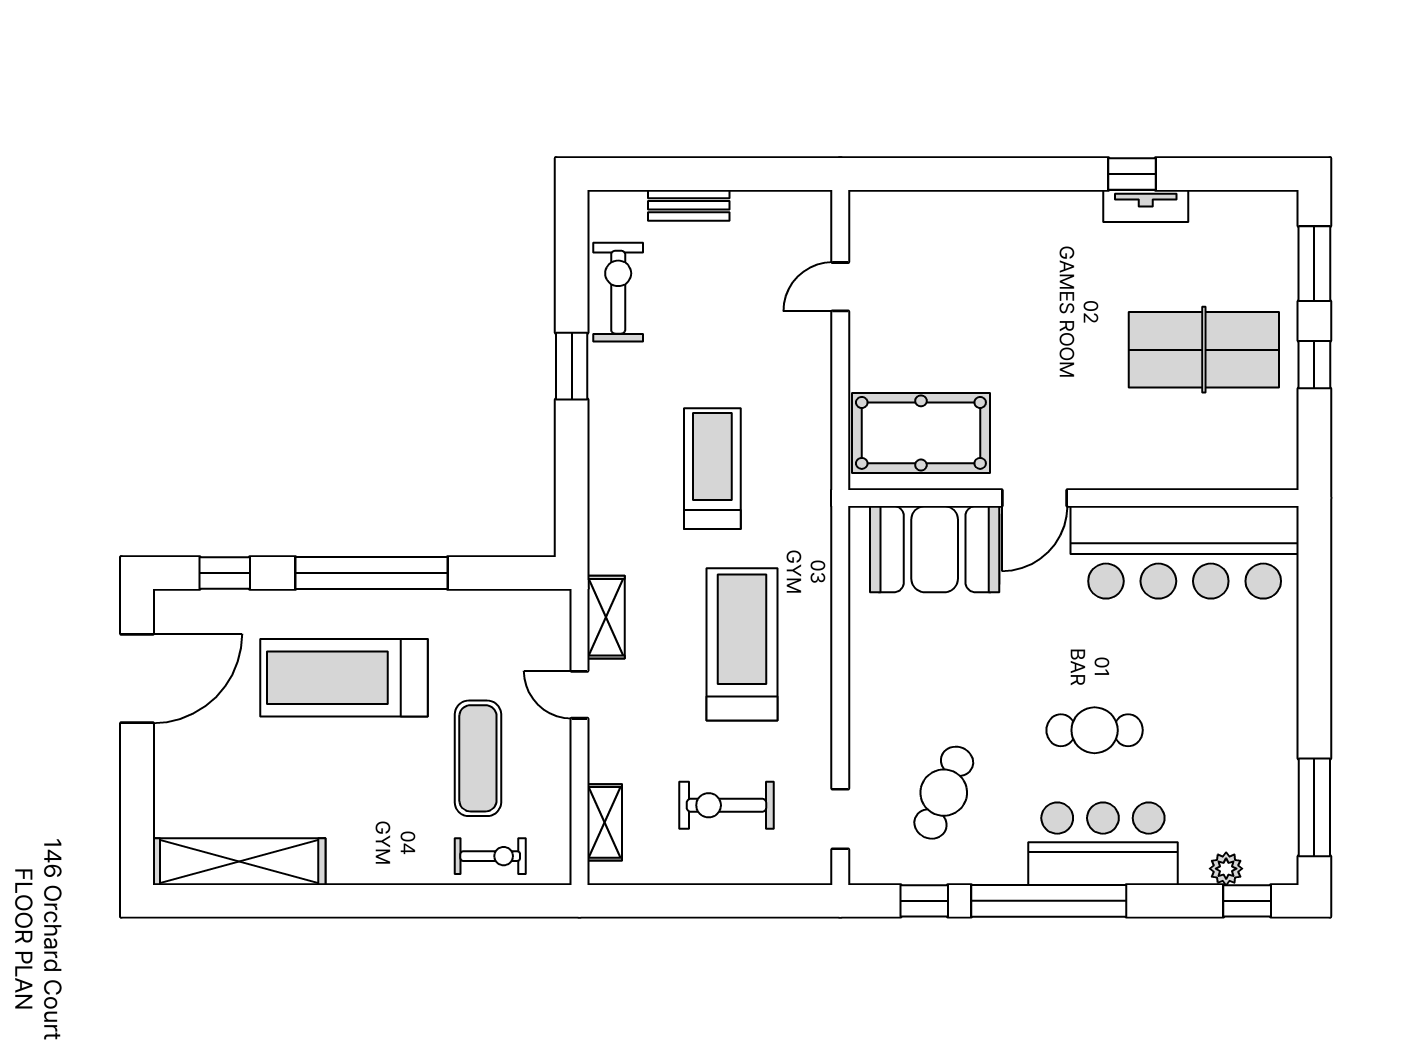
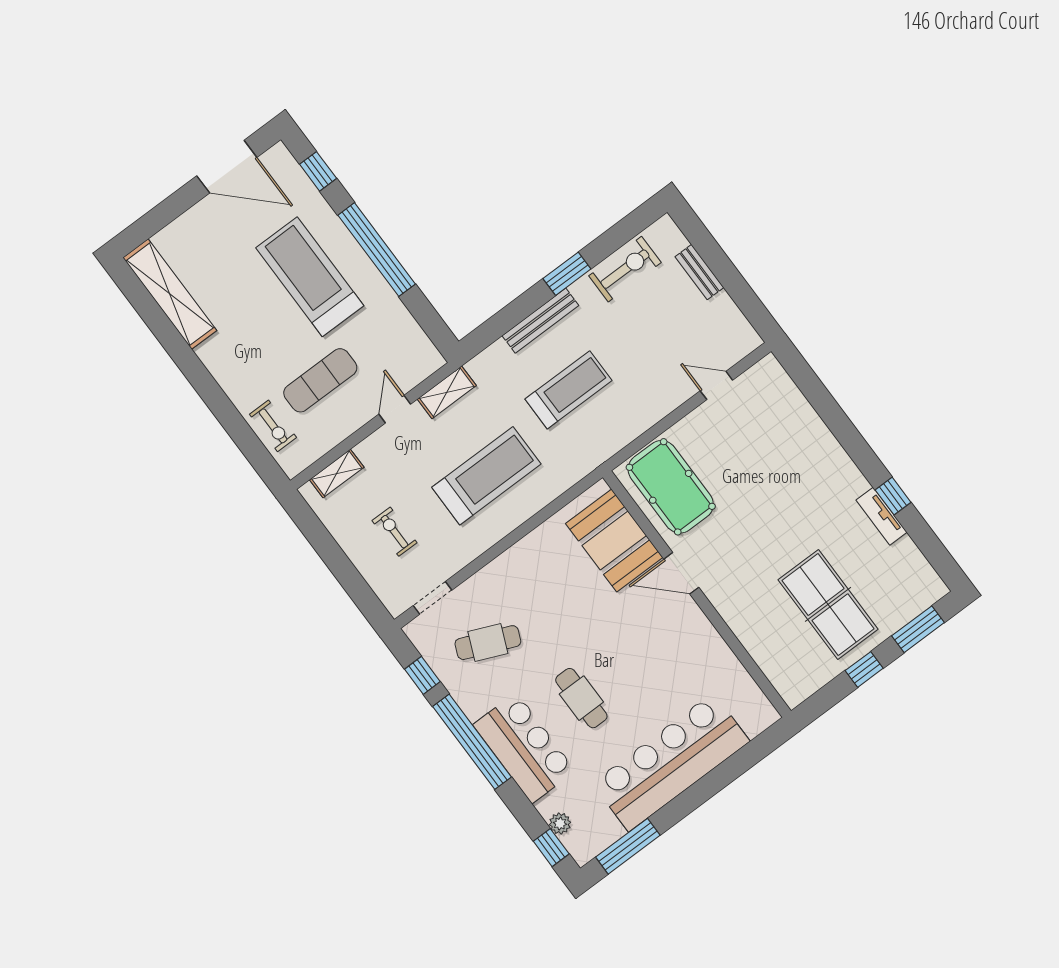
bench: (604, 440) -> (540, 321), added
bar counter: (1185, 552) -> (671, 762), moved, turned 90
exercise bike: (726, 805) -> (394, 532), width x0.73, depth x0.72

